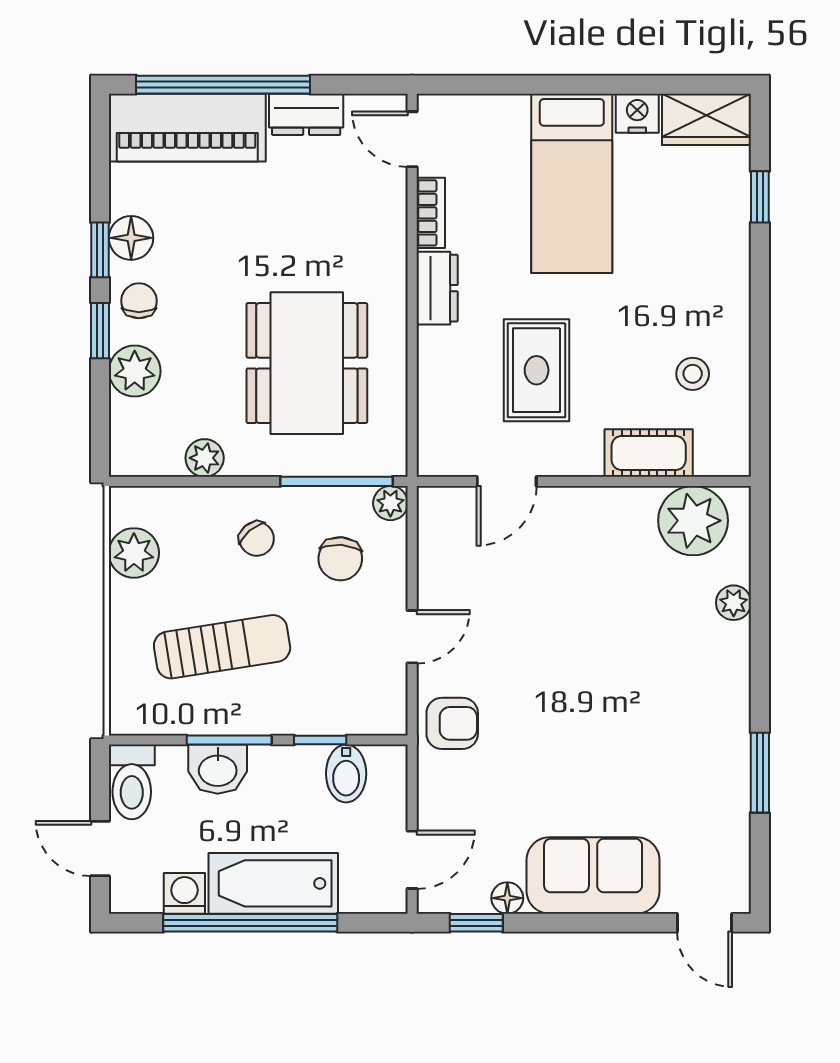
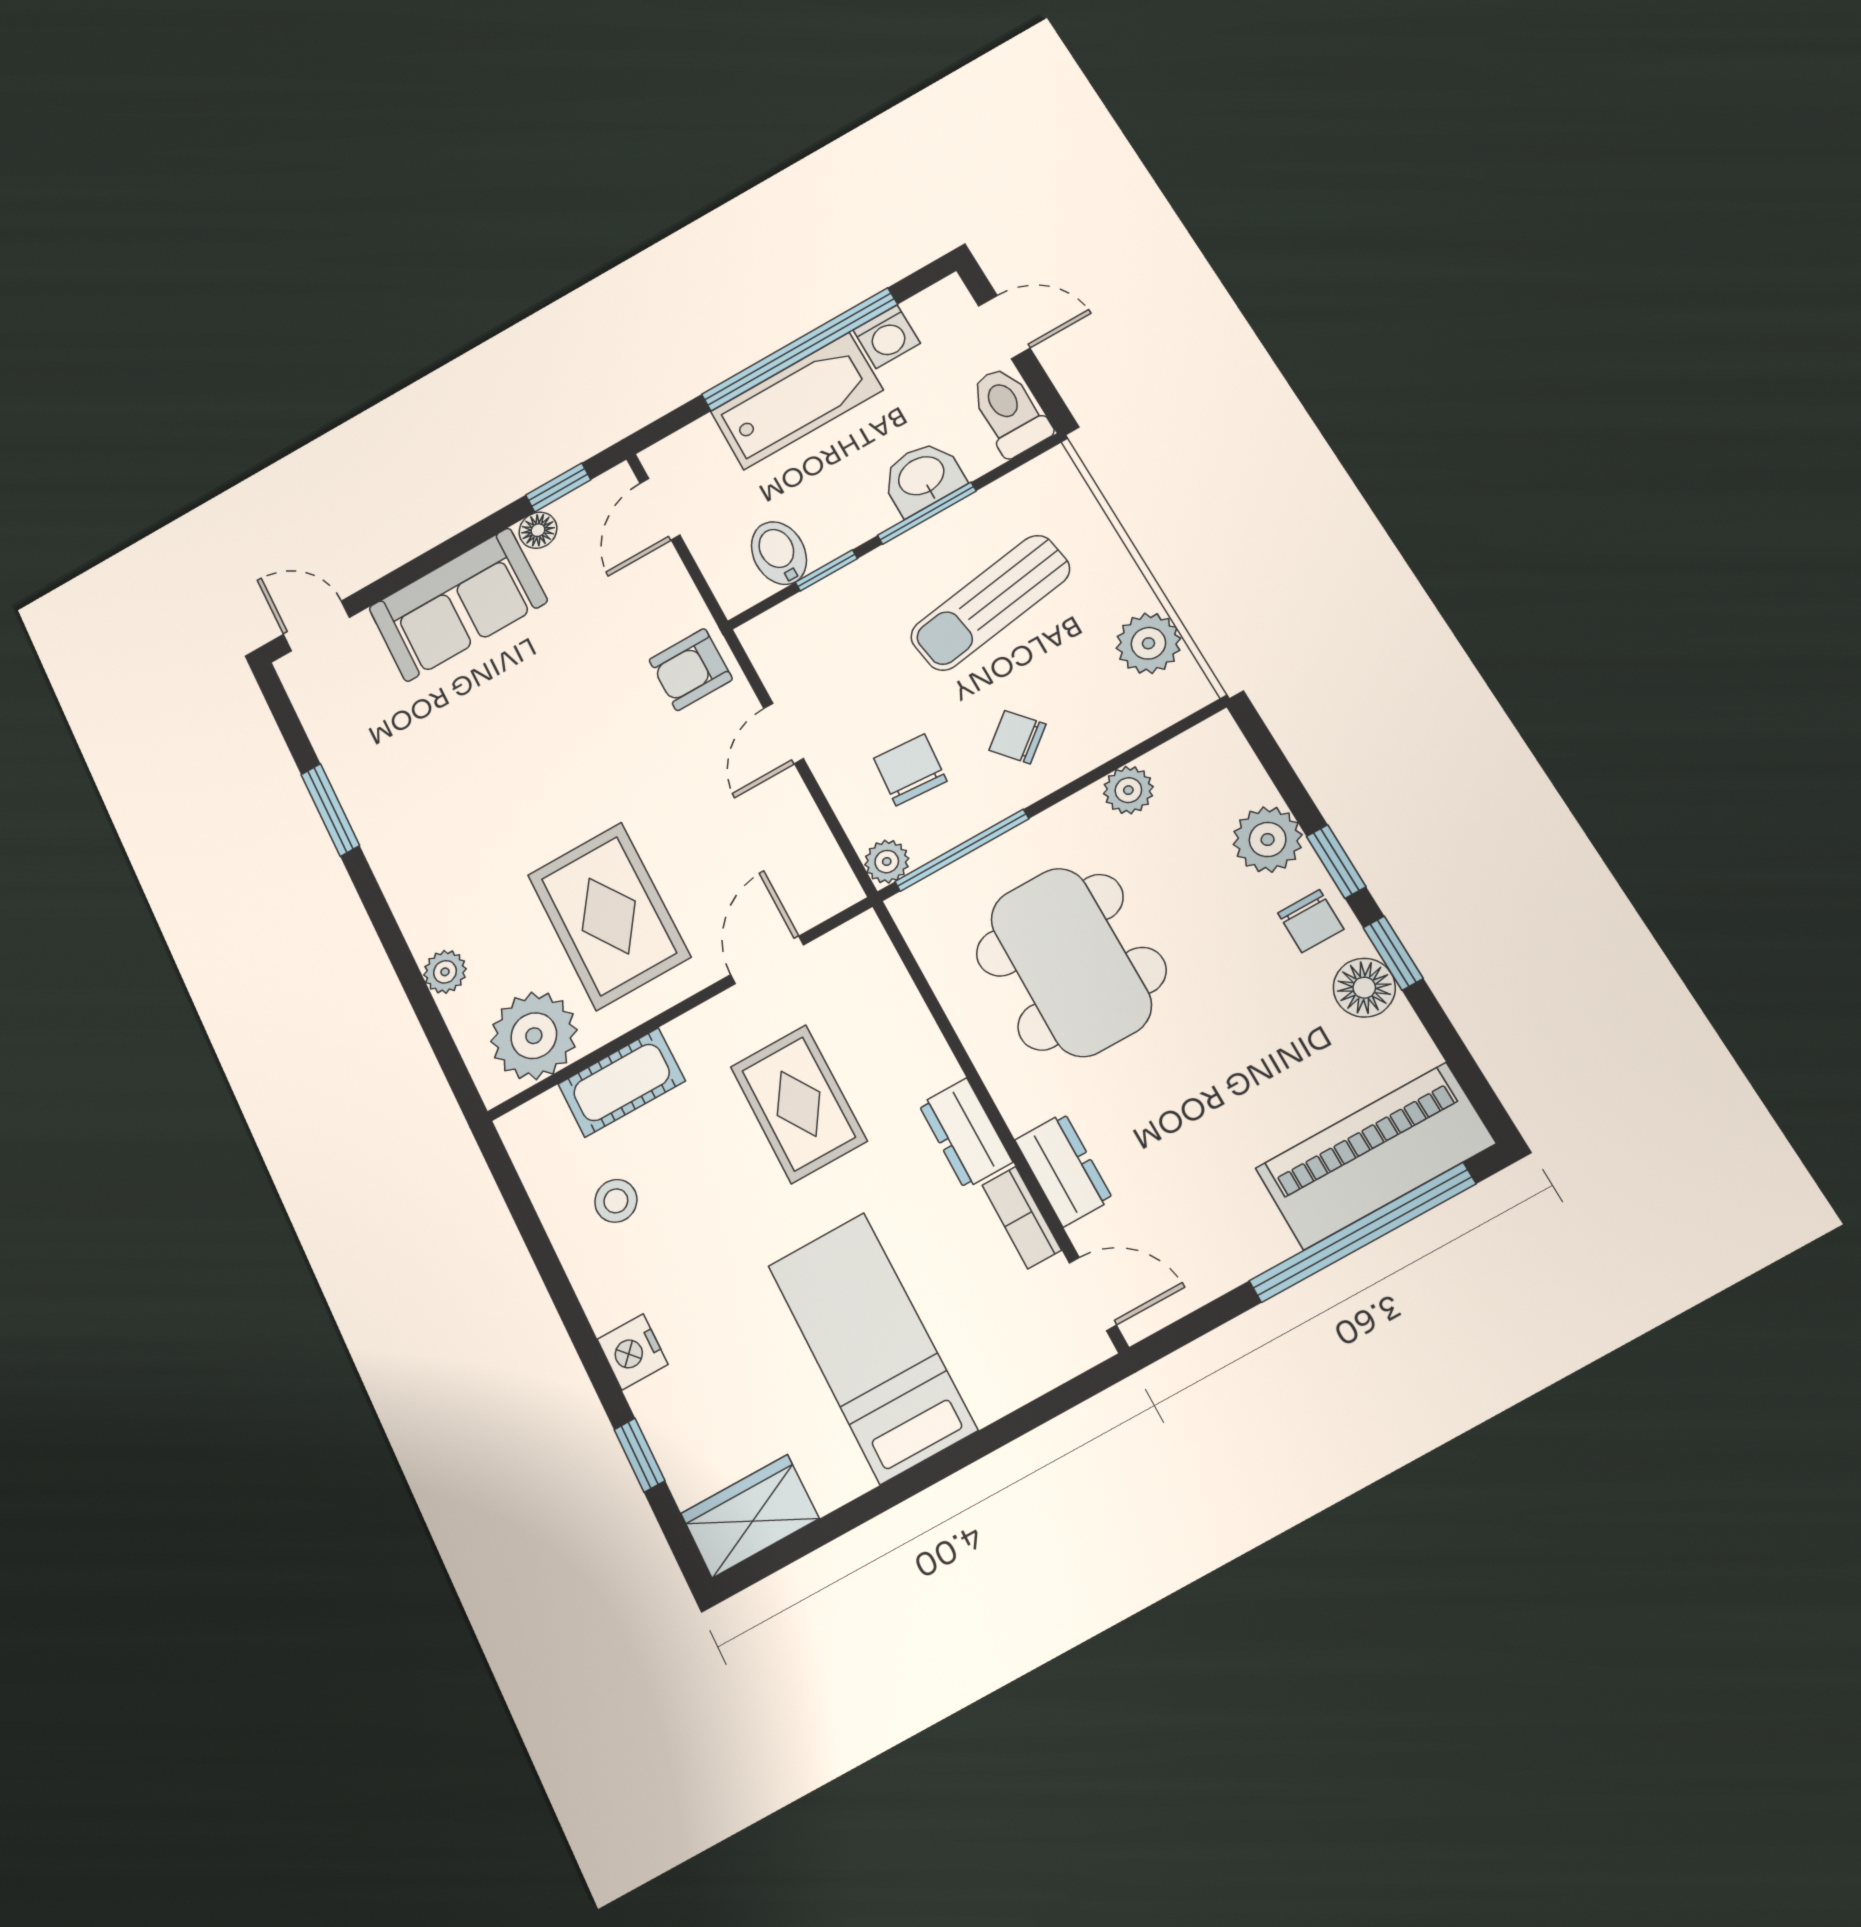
nightstand: (637, 113) -> (632, 1352), moved, turned 90
dresser: (306, 114) -> (1064, 1169), moved, turned 90
rug: (599, 576) -> (609, 916), added

